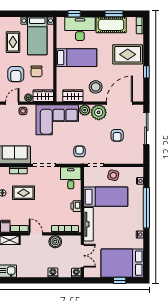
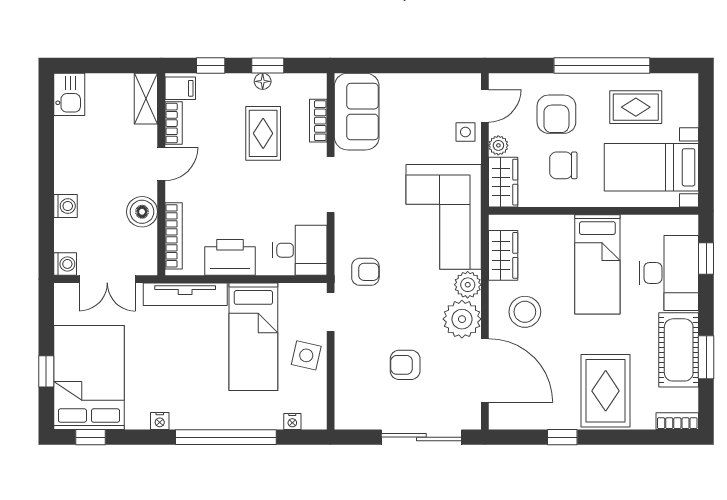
armchair: (16, 74) -> (556, 114), turned -90
door: (12, 103) -> (485, 106), hinge flipped
printer: (76, 206) -> (230, 257), width x1.87, depth x1.48
window: (146, 263) -> (91, 437), added

